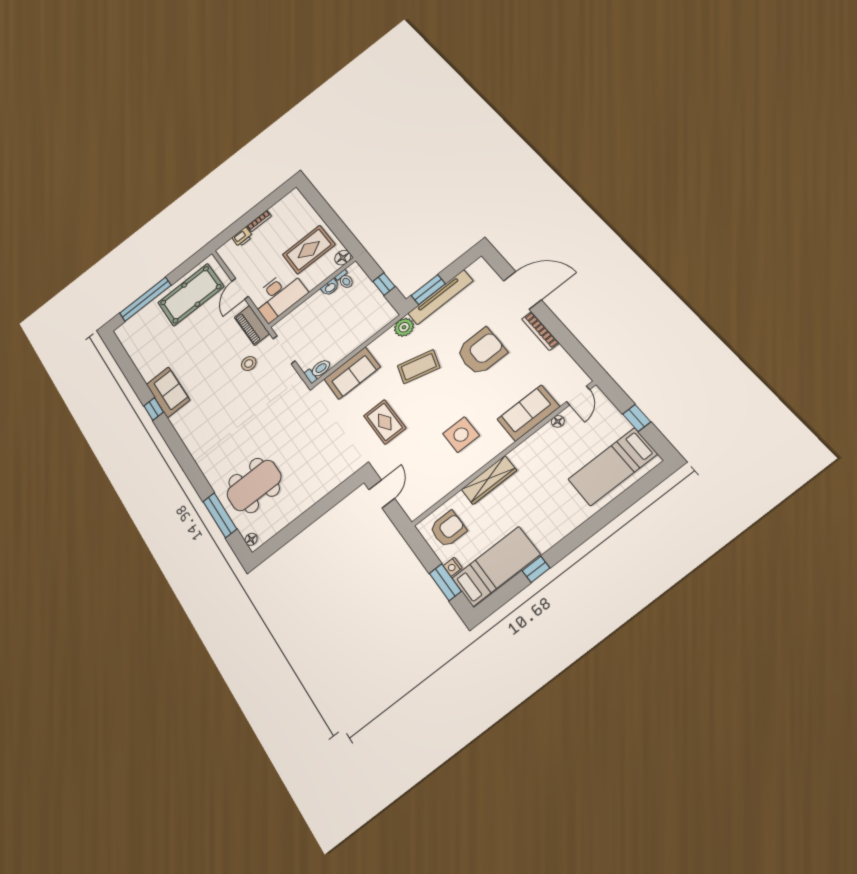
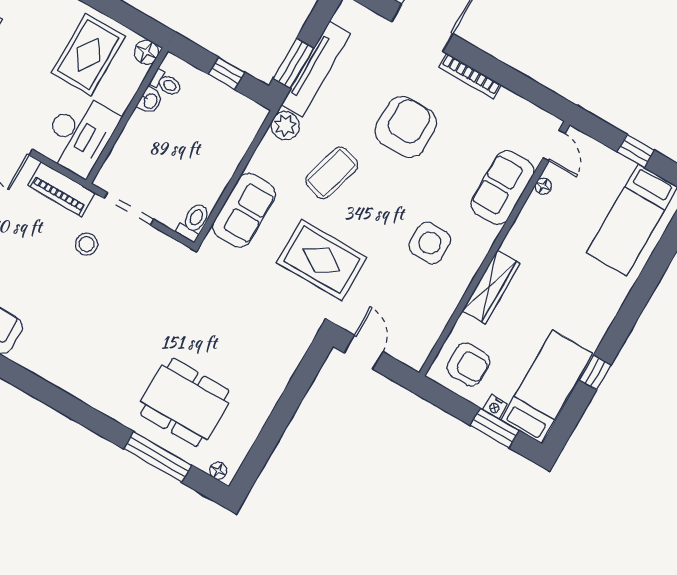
rug: (385, 422) -> (322, 260), width x1.36, depth x1.43
dining table: (254, 485) -> (185, 402), turned 90
armchair: (448, 529) -> (468, 364), turned 90

